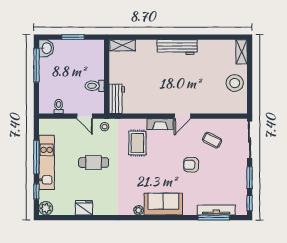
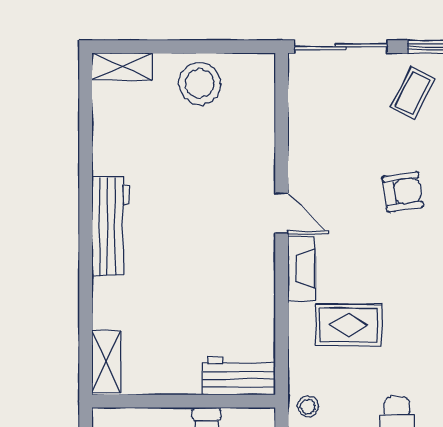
coffee table: (212, 140) -> (413, 93), moved
armchair: (191, 165) -> (402, 192), turned -98

